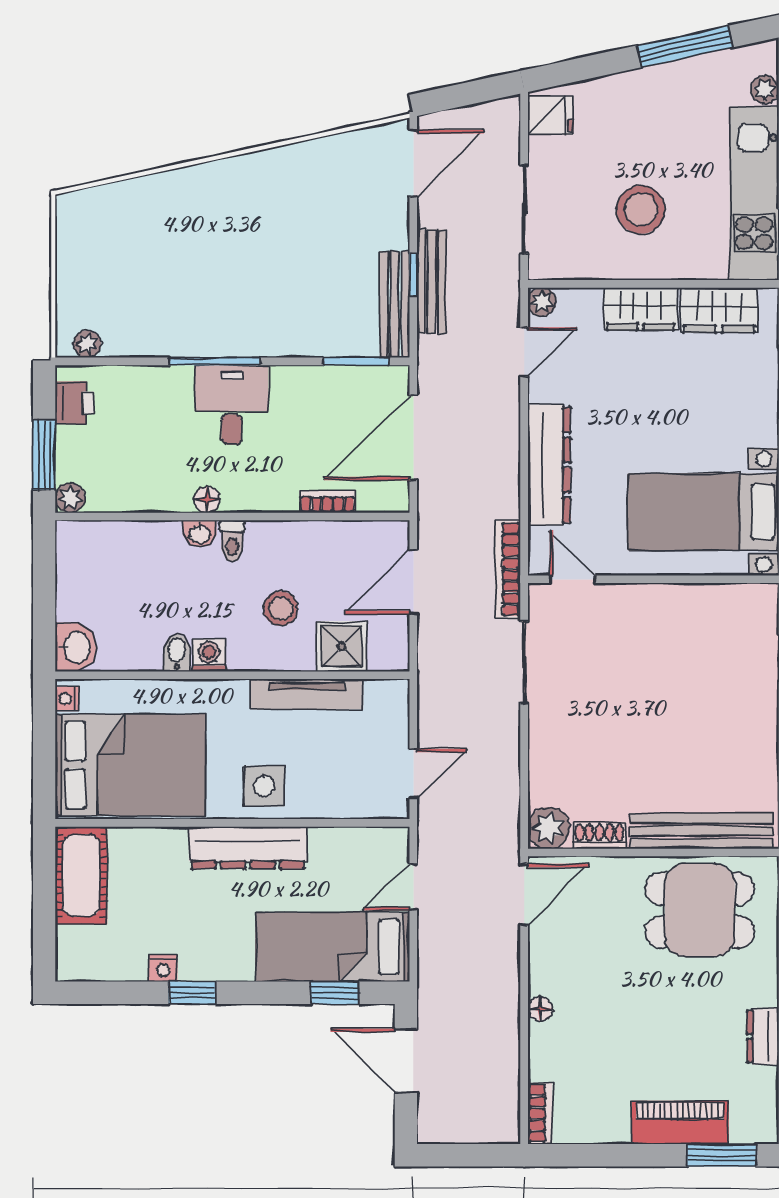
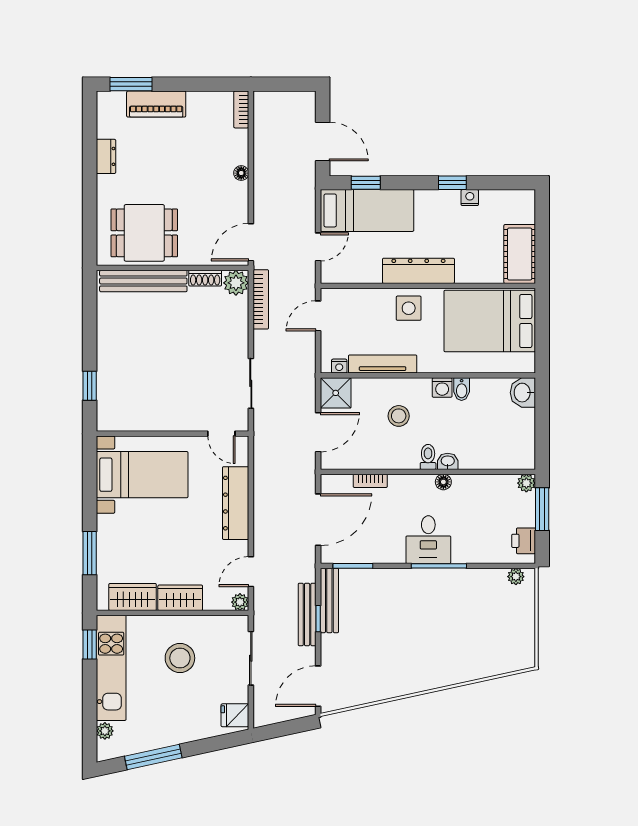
bookcase: (508, 569) -> (261, 299), moved
shower: (342, 646) -> (336, 393), moved
nightstand: (67, 699) -> (339, 366), moved, turned 90

